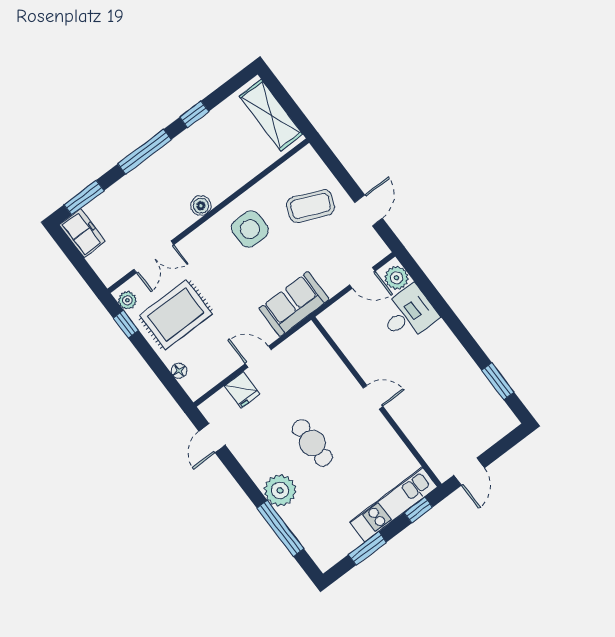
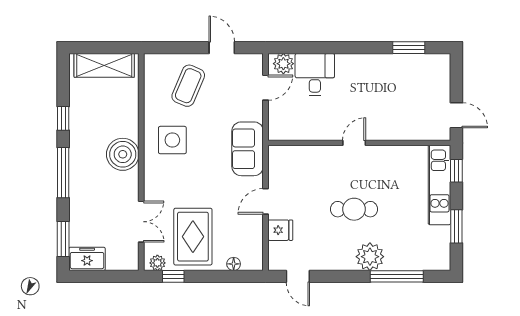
boiler: (201, 206) -> (123, 154), width x1.86, depth x1.86

